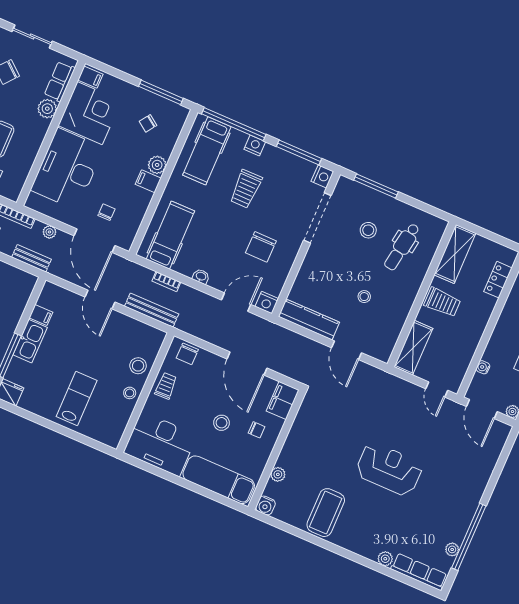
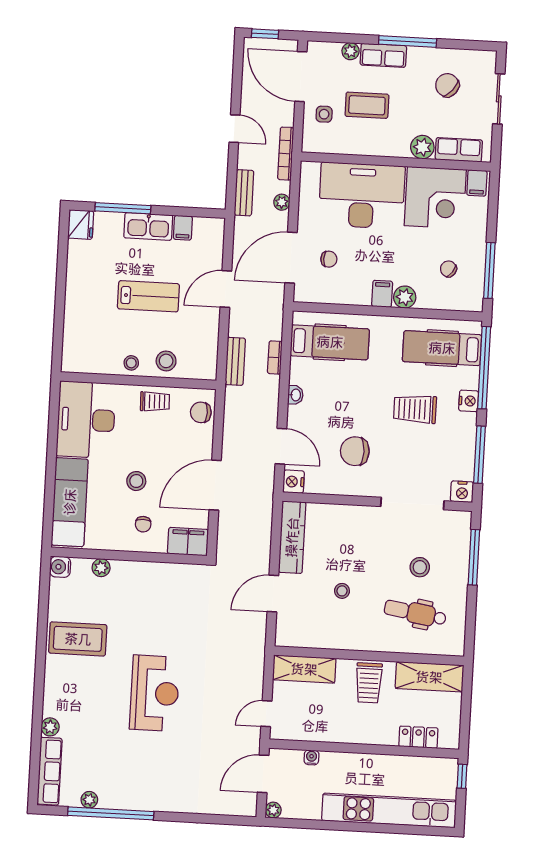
bench: (152, 310) -> (235, 361), width x0.73
lab bench: (77, 399) -> (148, 296), moved

